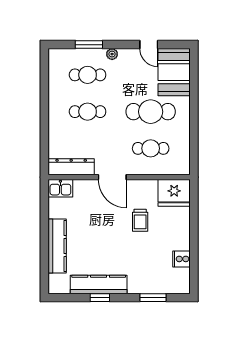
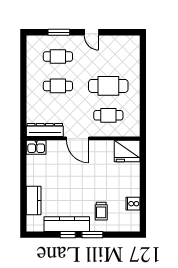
door: (149, 45) -> (91, 32), moved
plant: (112, 54) -> (77, 40), removed
booth: (174, 72) -> (127, 54), removed
trolley: (140, 220) -> (101, 211), moved
kitchen counter: (57, 246) -> (34, 201), width x0.67
window: (153, 298) -> (92, 235), moved

